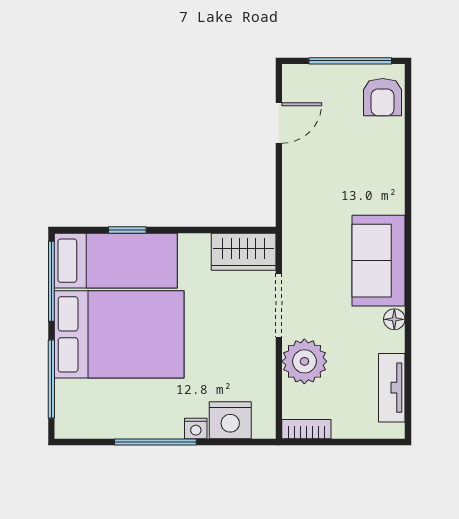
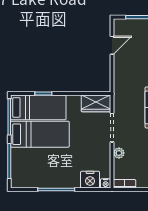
bed: (119, 334) -> (40, 134), width x0.67
plant: (304, 361) -> (119, 153), width x0.53, depth x0.53
nightstand: (196, 429) -> (106, 183), moved

